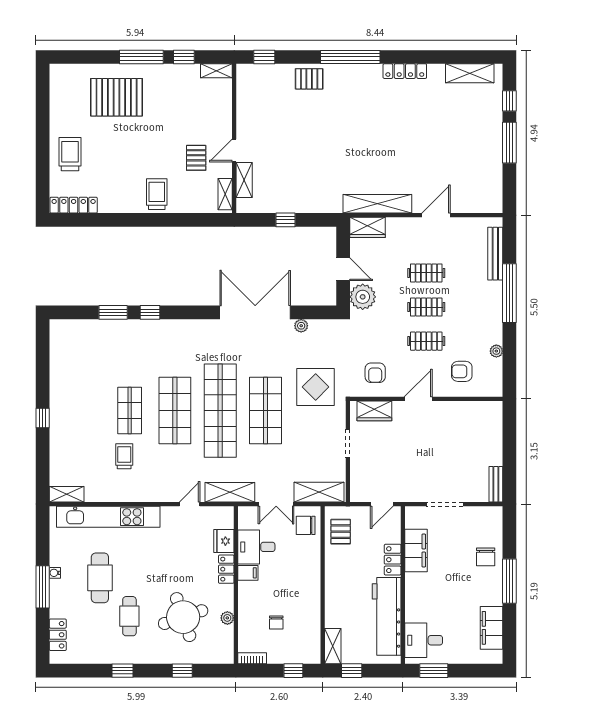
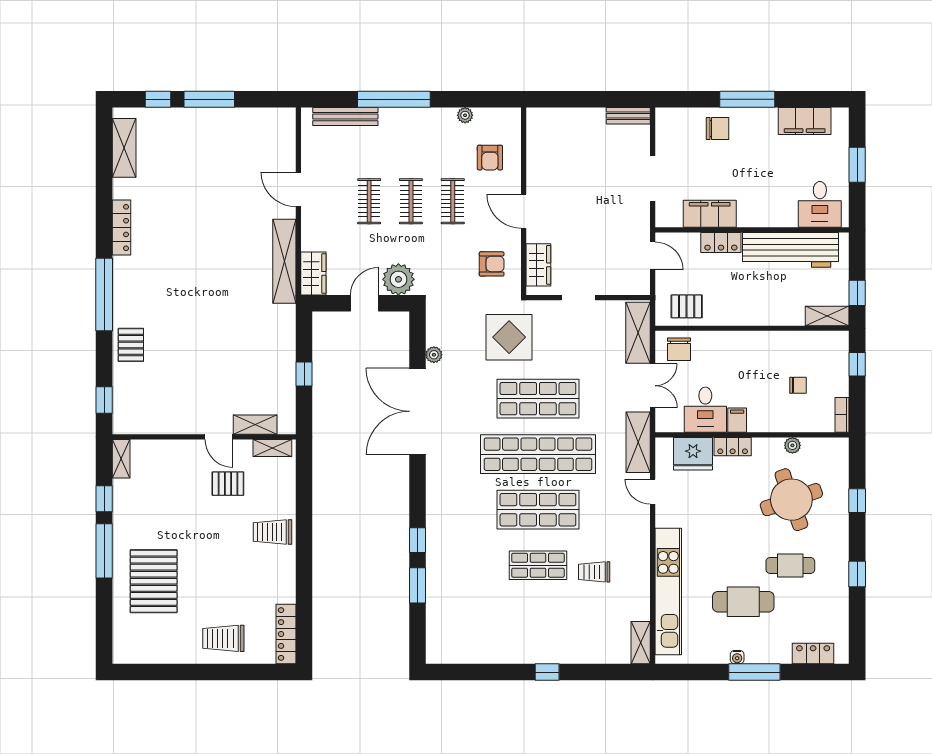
fridge: (224, 541) -> (693, 454), width x1.36, depth x1.34
window: (434, 671) -> (857, 165), moved

